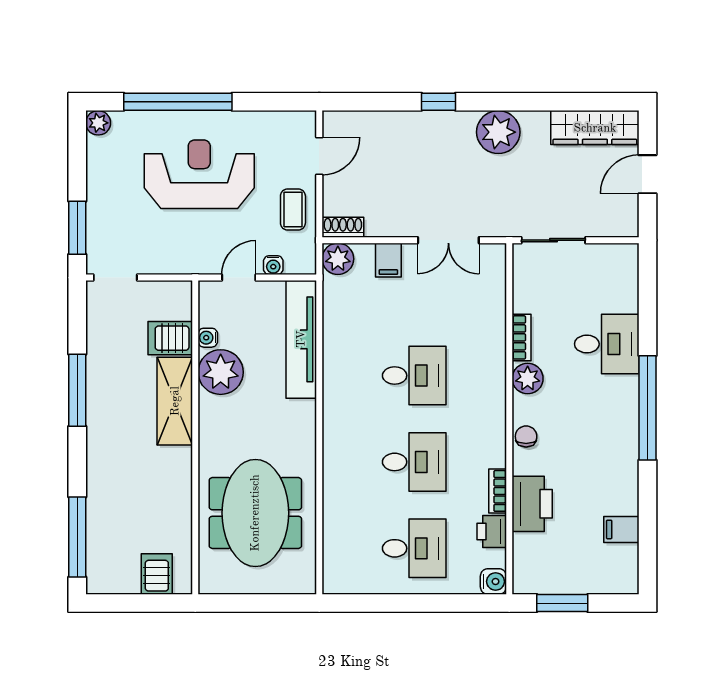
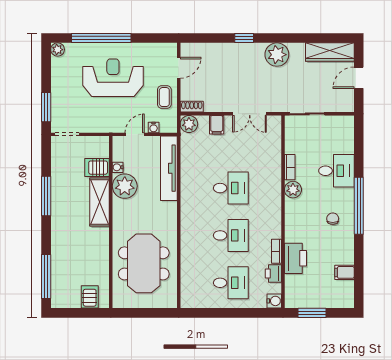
chair: (526, 436) -> (333, 219), moved

